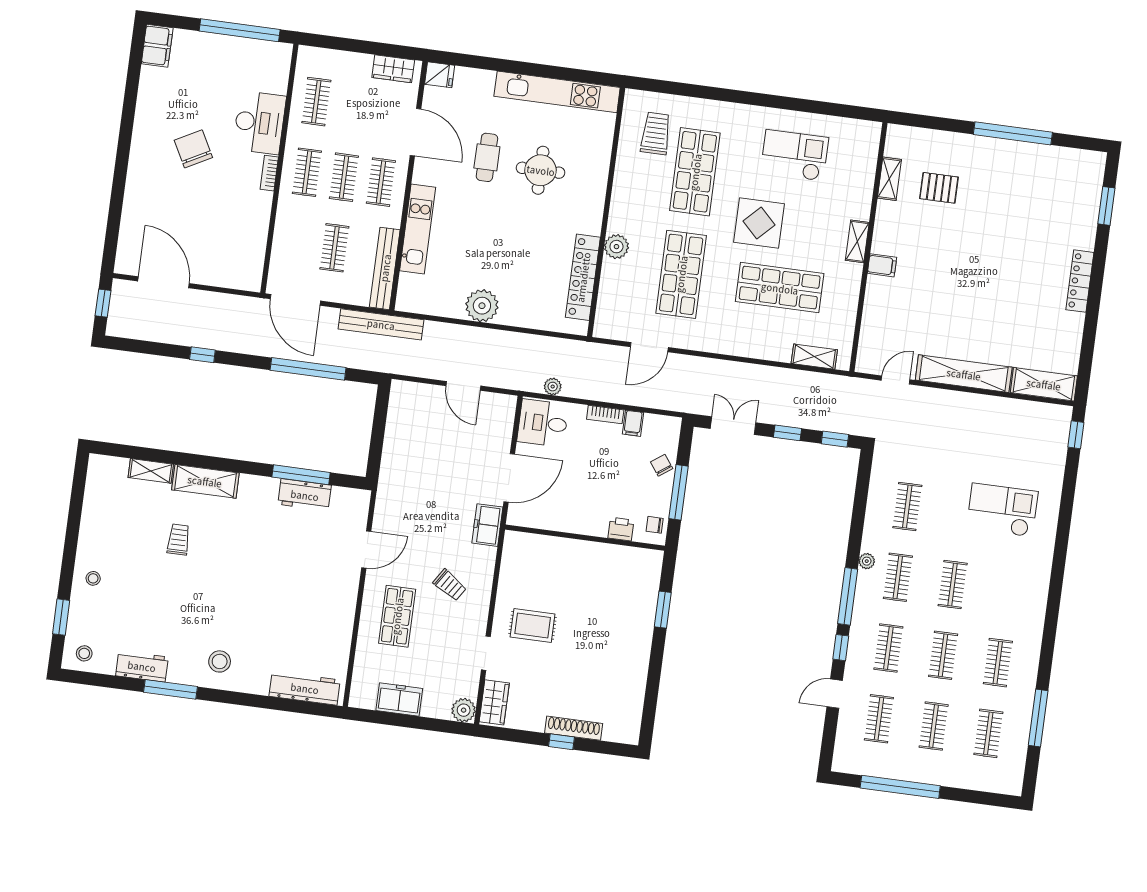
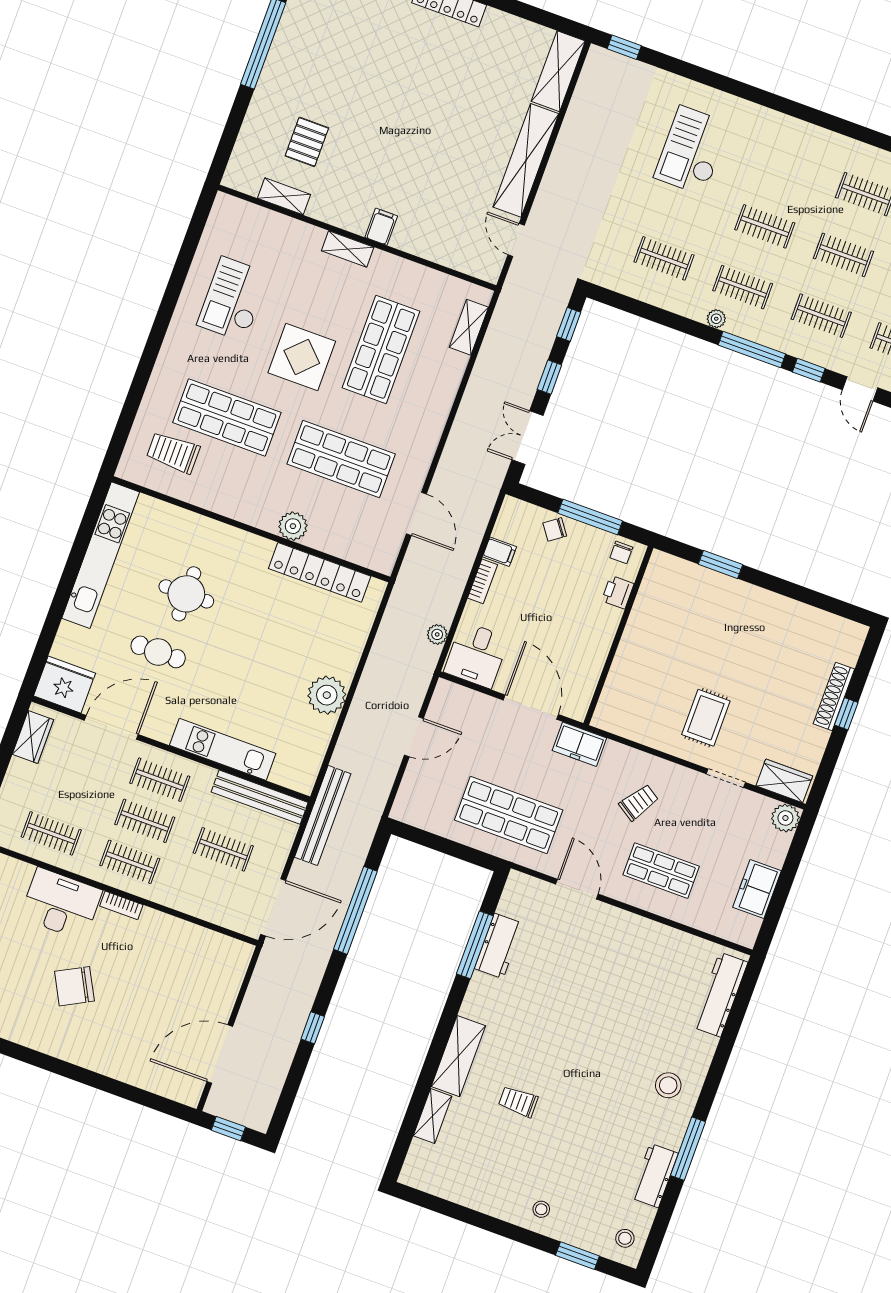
fridge: (440, 75) -> (65, 685), width x1.88, depth x1.34
shop shelf: (415, 479) -> (509, 815), added

